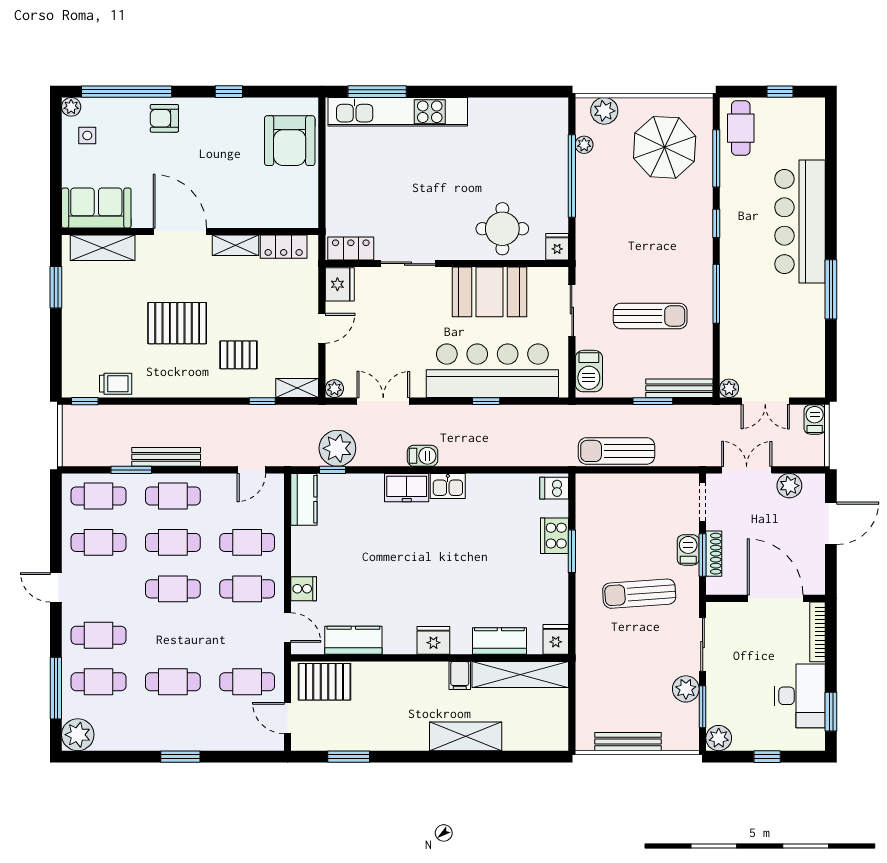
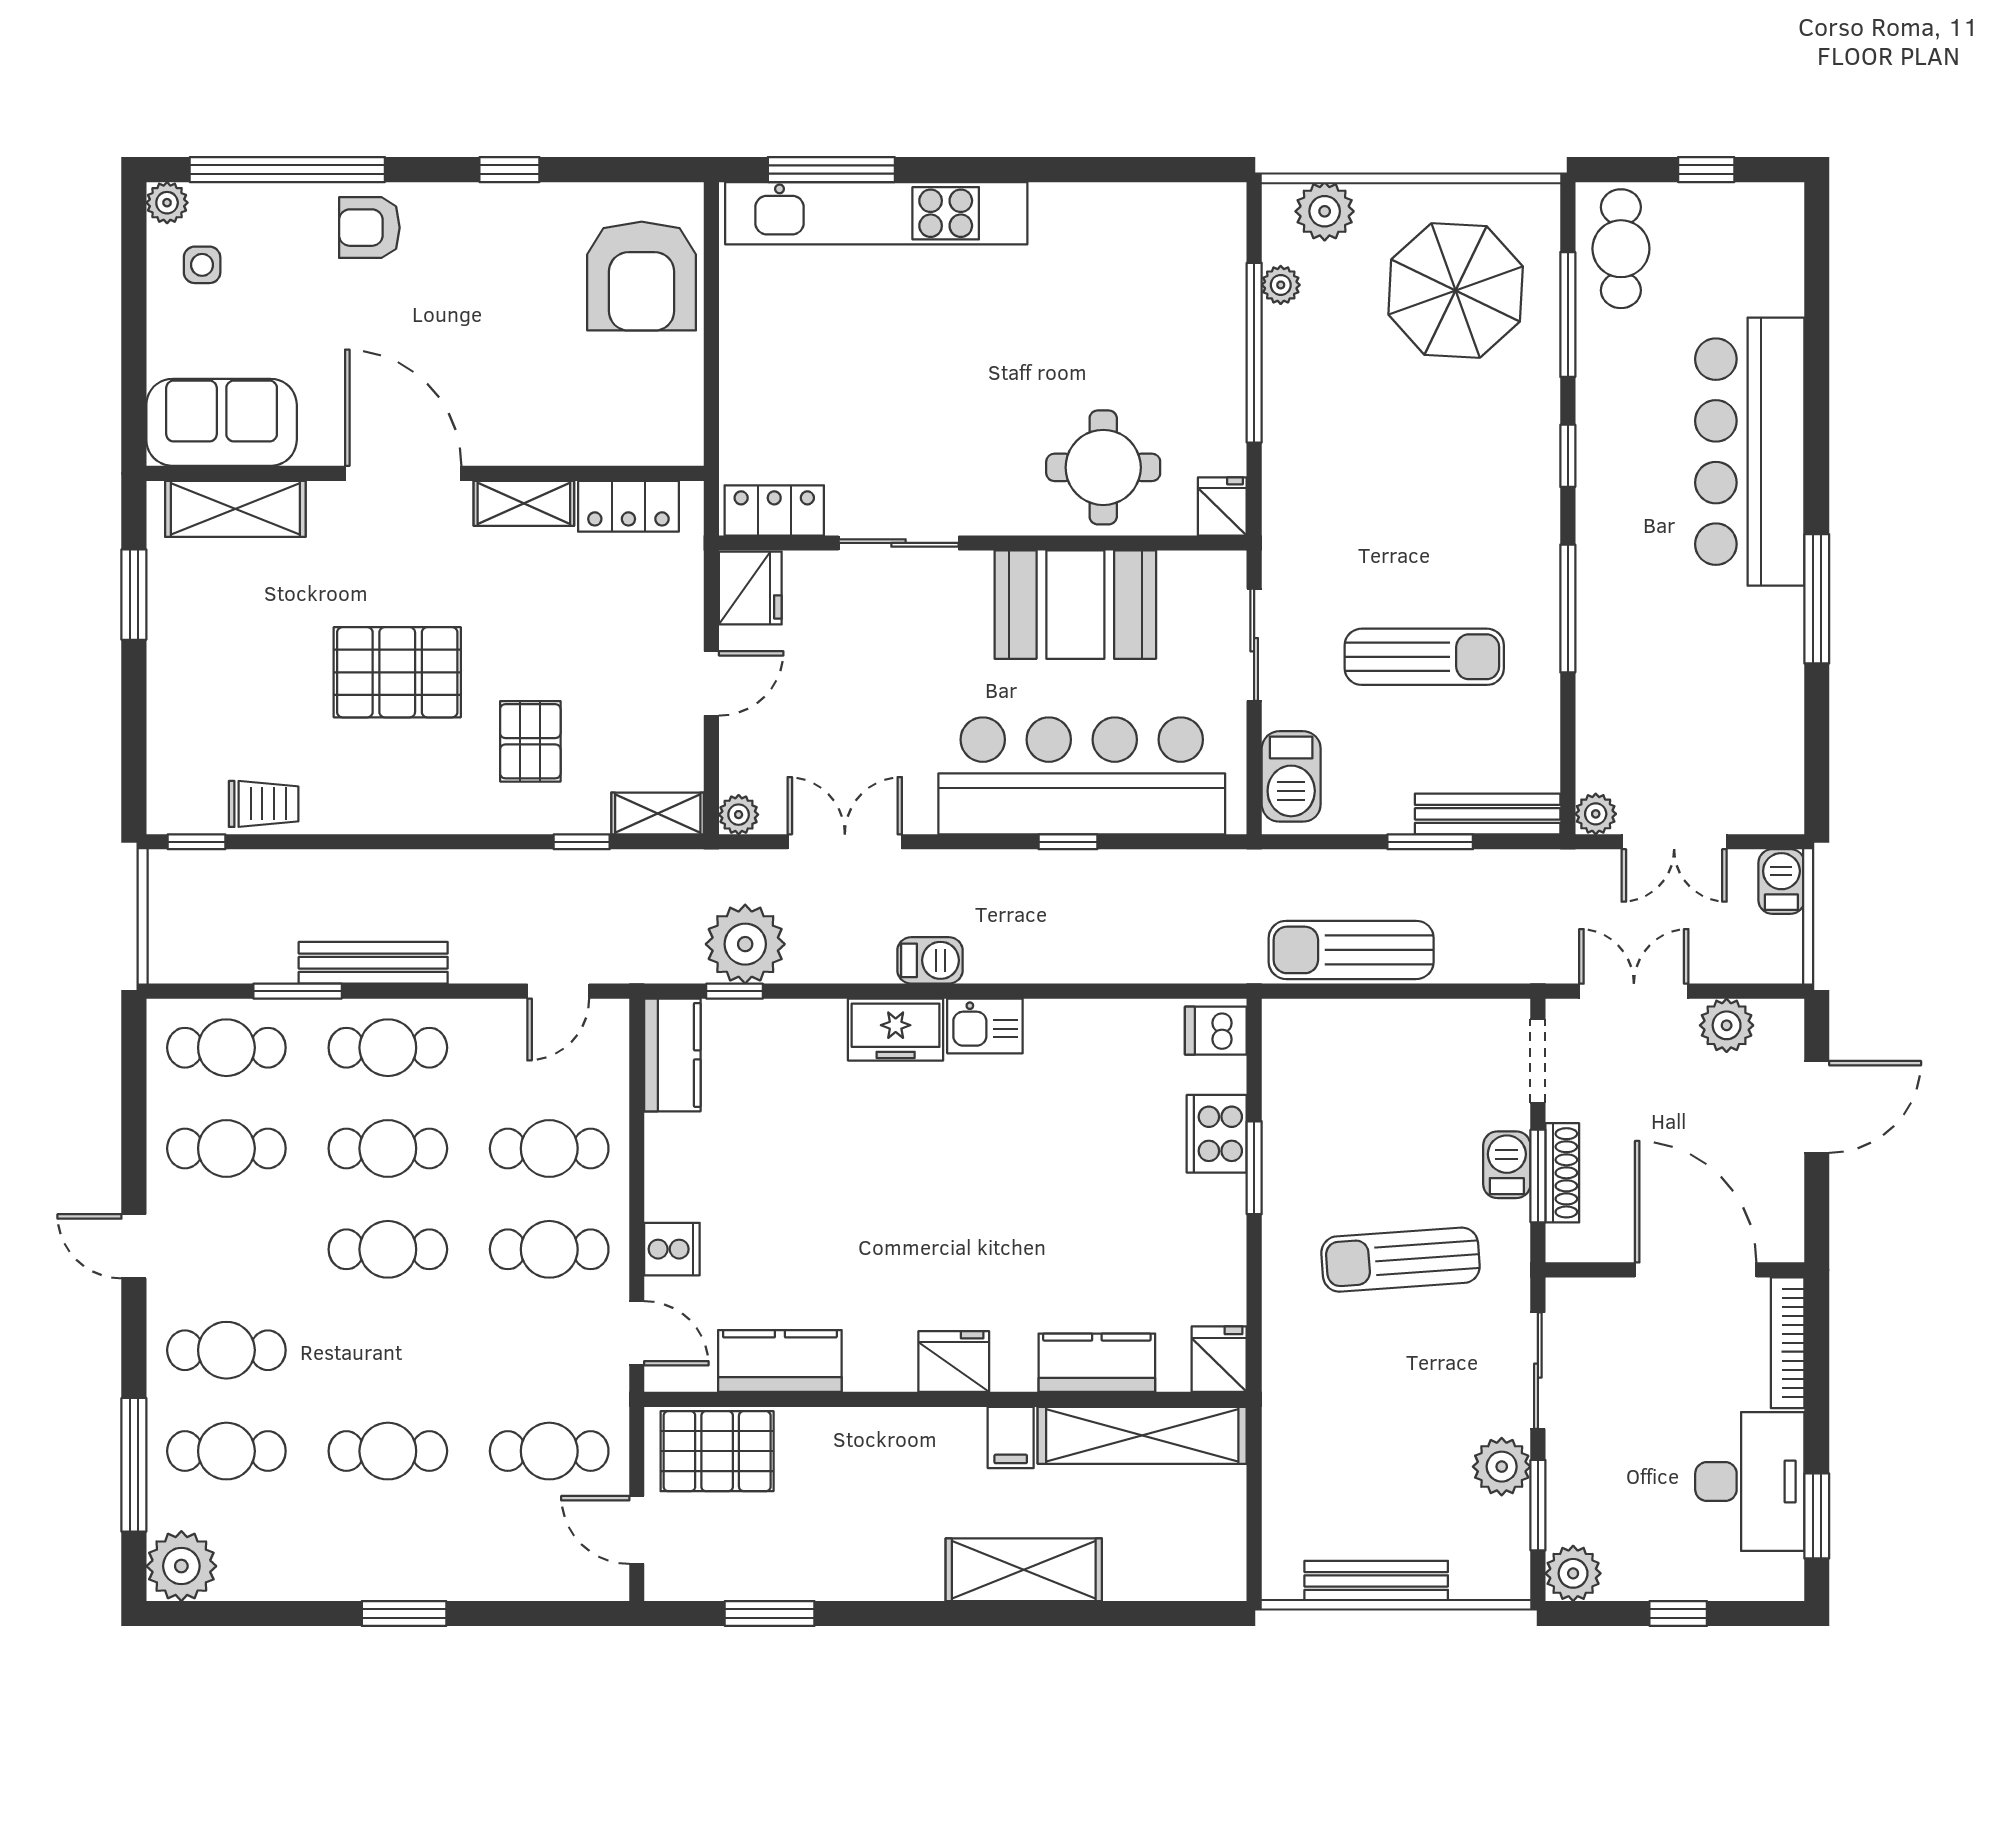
pallet: (238, 355) -> (530, 741), turned 90

